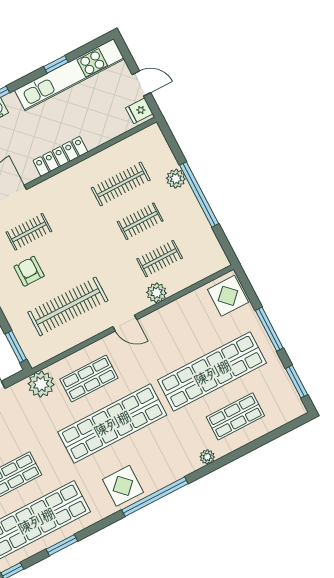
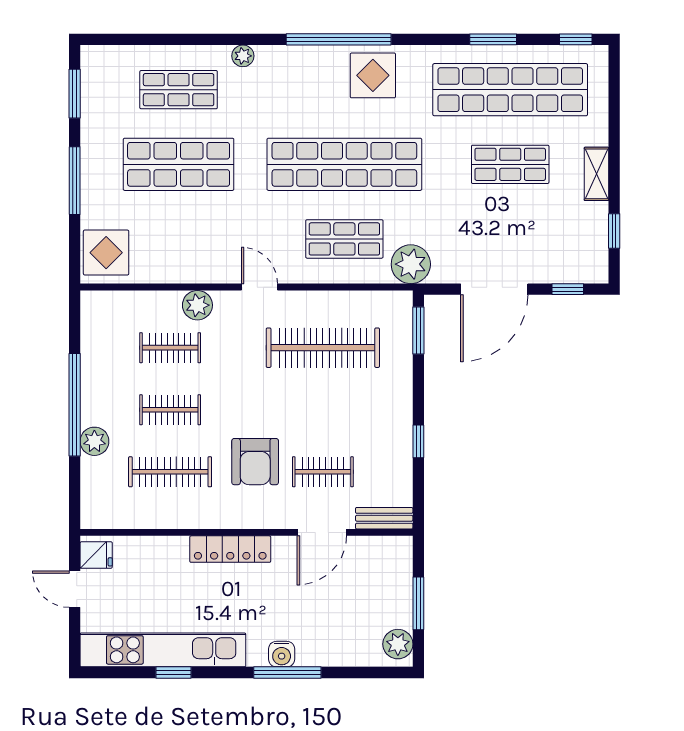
armchair: (29, 271) -> (255, 462), moved, width x1.38, depth x1.38
shop shelf: (212, 372) -> (179, 164), width x0.71

